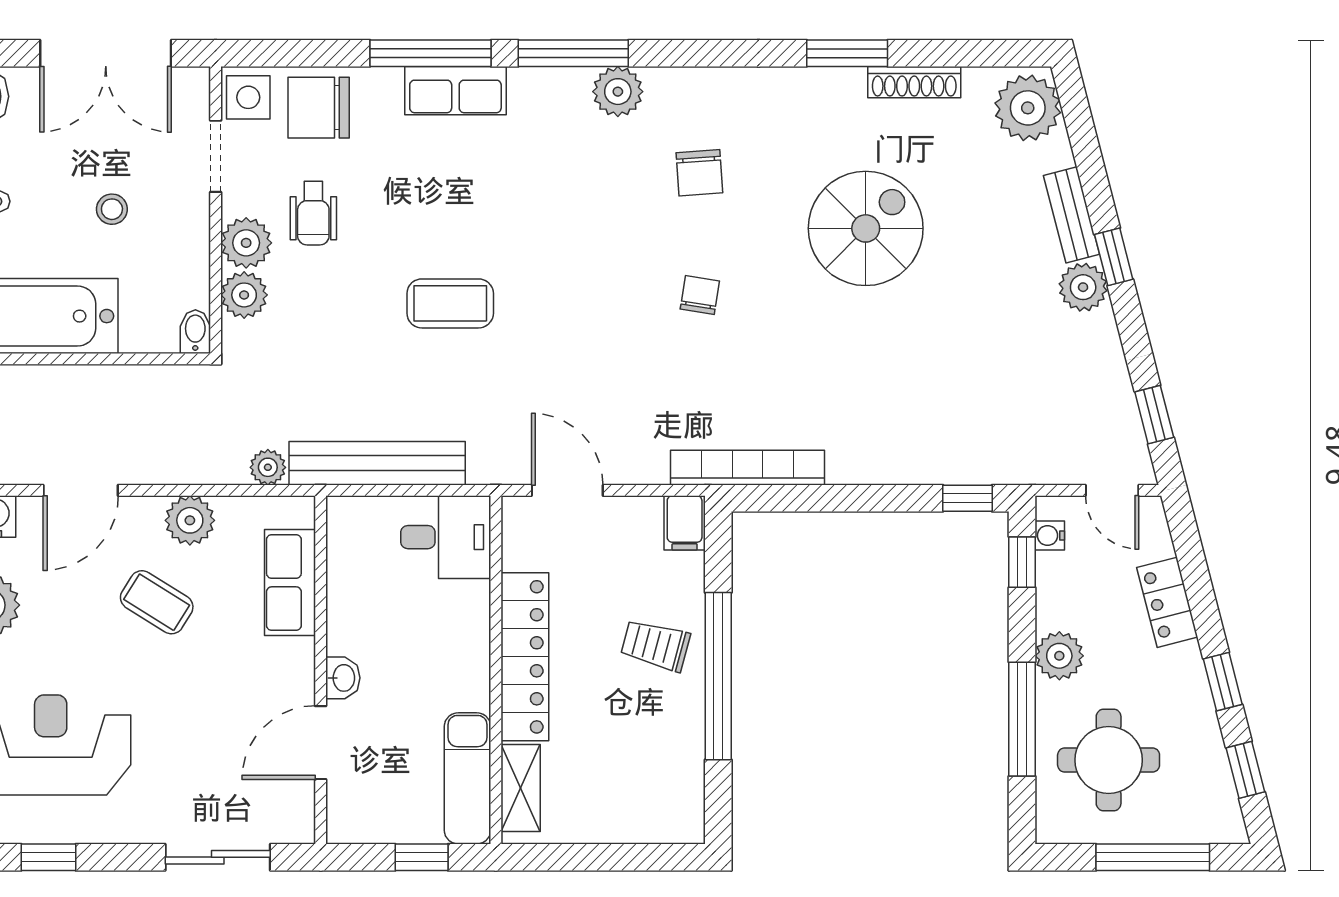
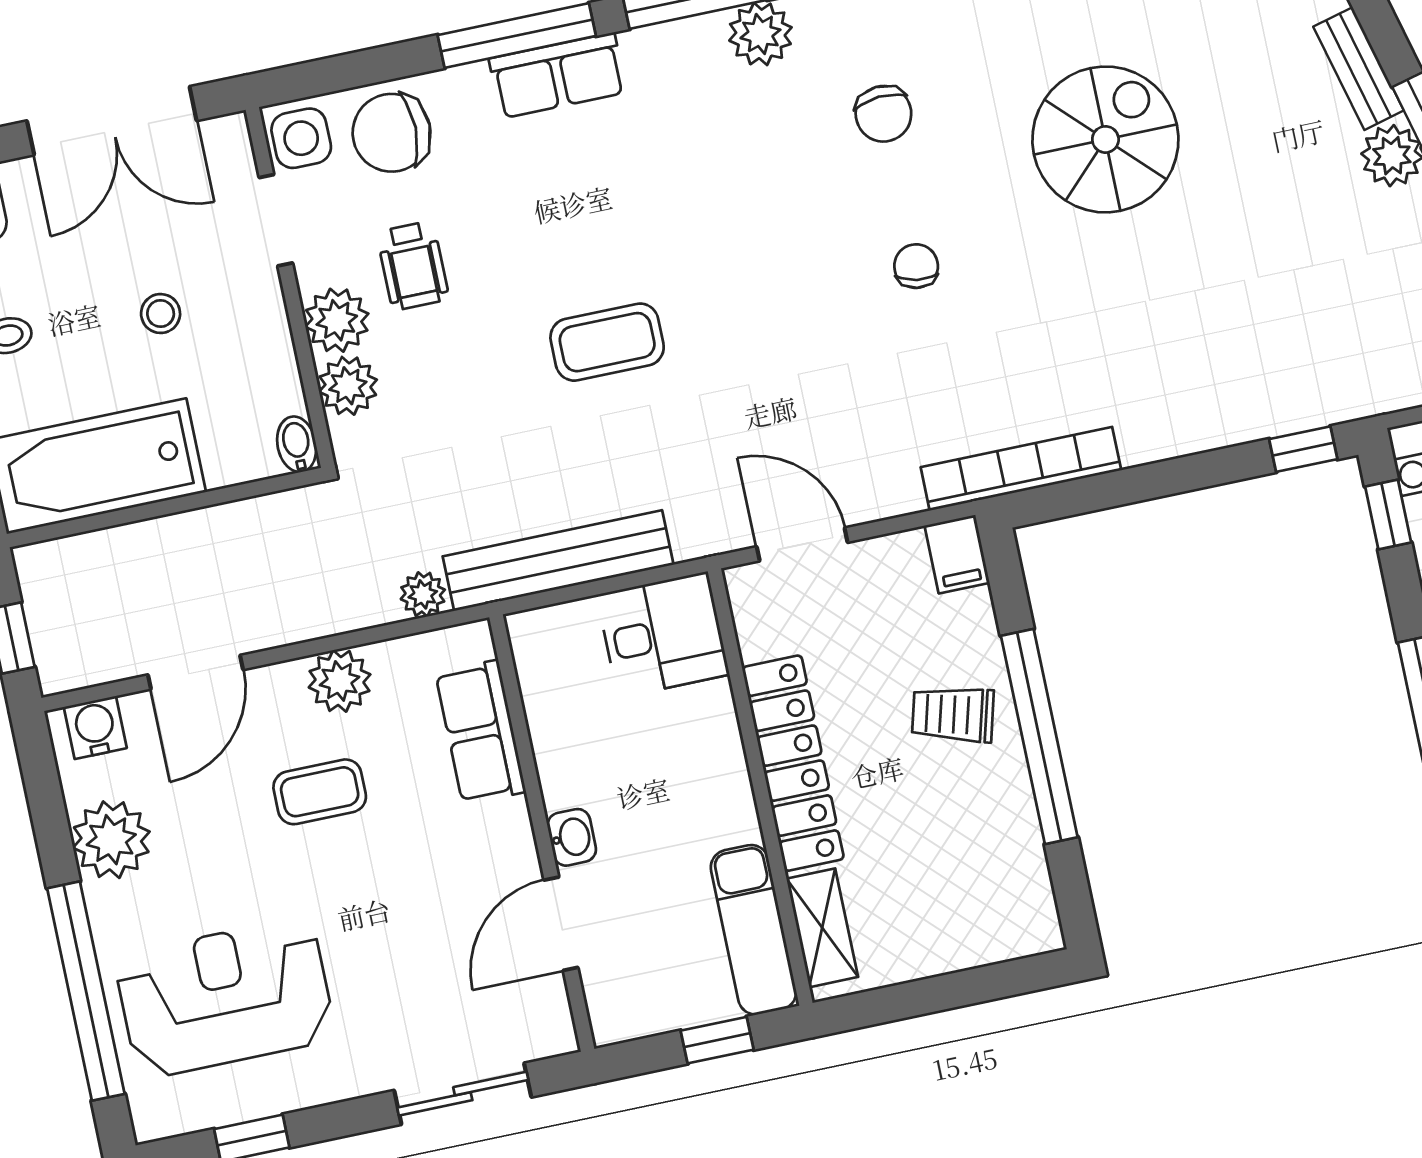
coffee table: (157, 602) -> (320, 792), turned -32

